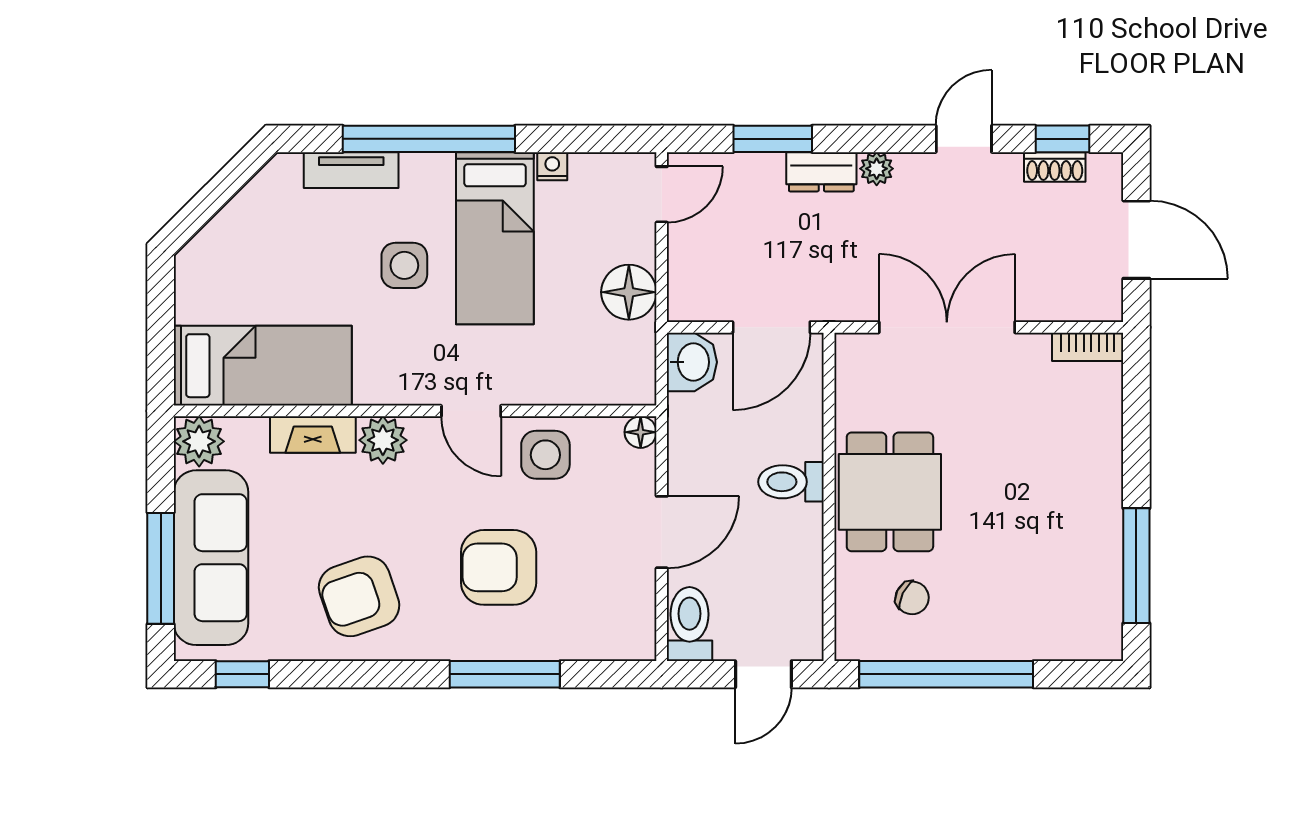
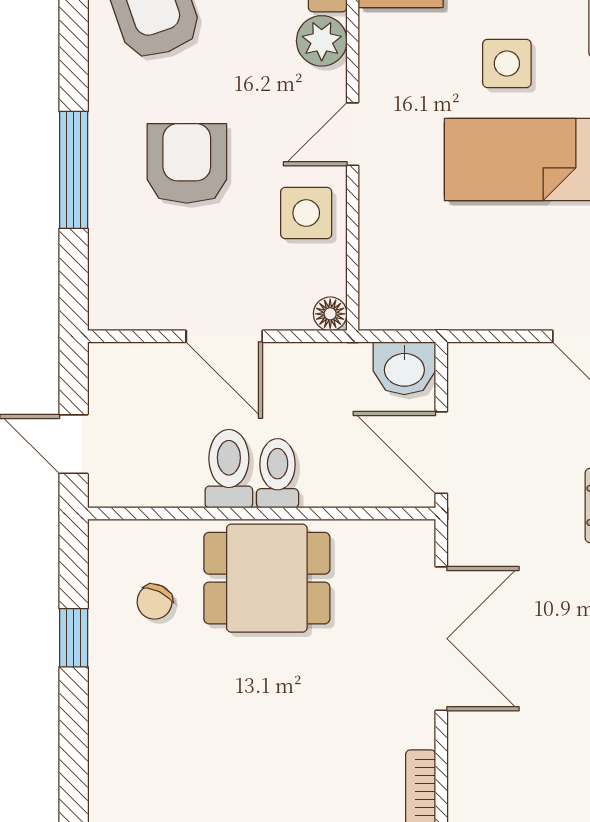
floor lamp: (629, 292) -> (478, 301), removed
toilet: (689, 624) -> (229, 469), moved, turned -90
window: (946, 674) -> (74, 638), width x0.32

